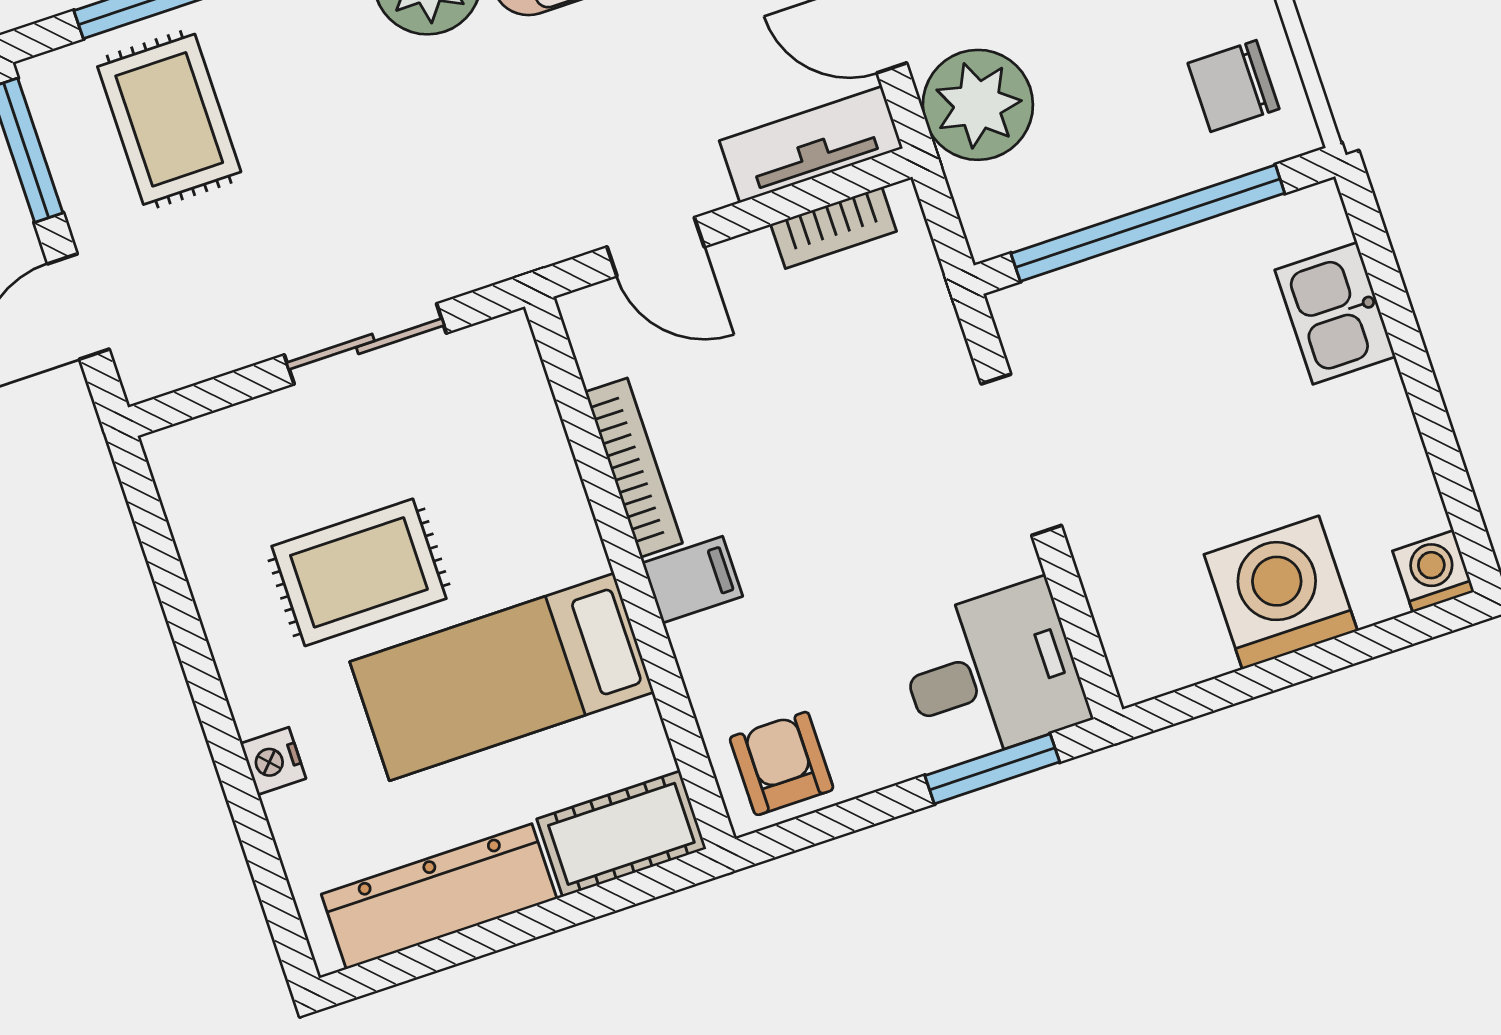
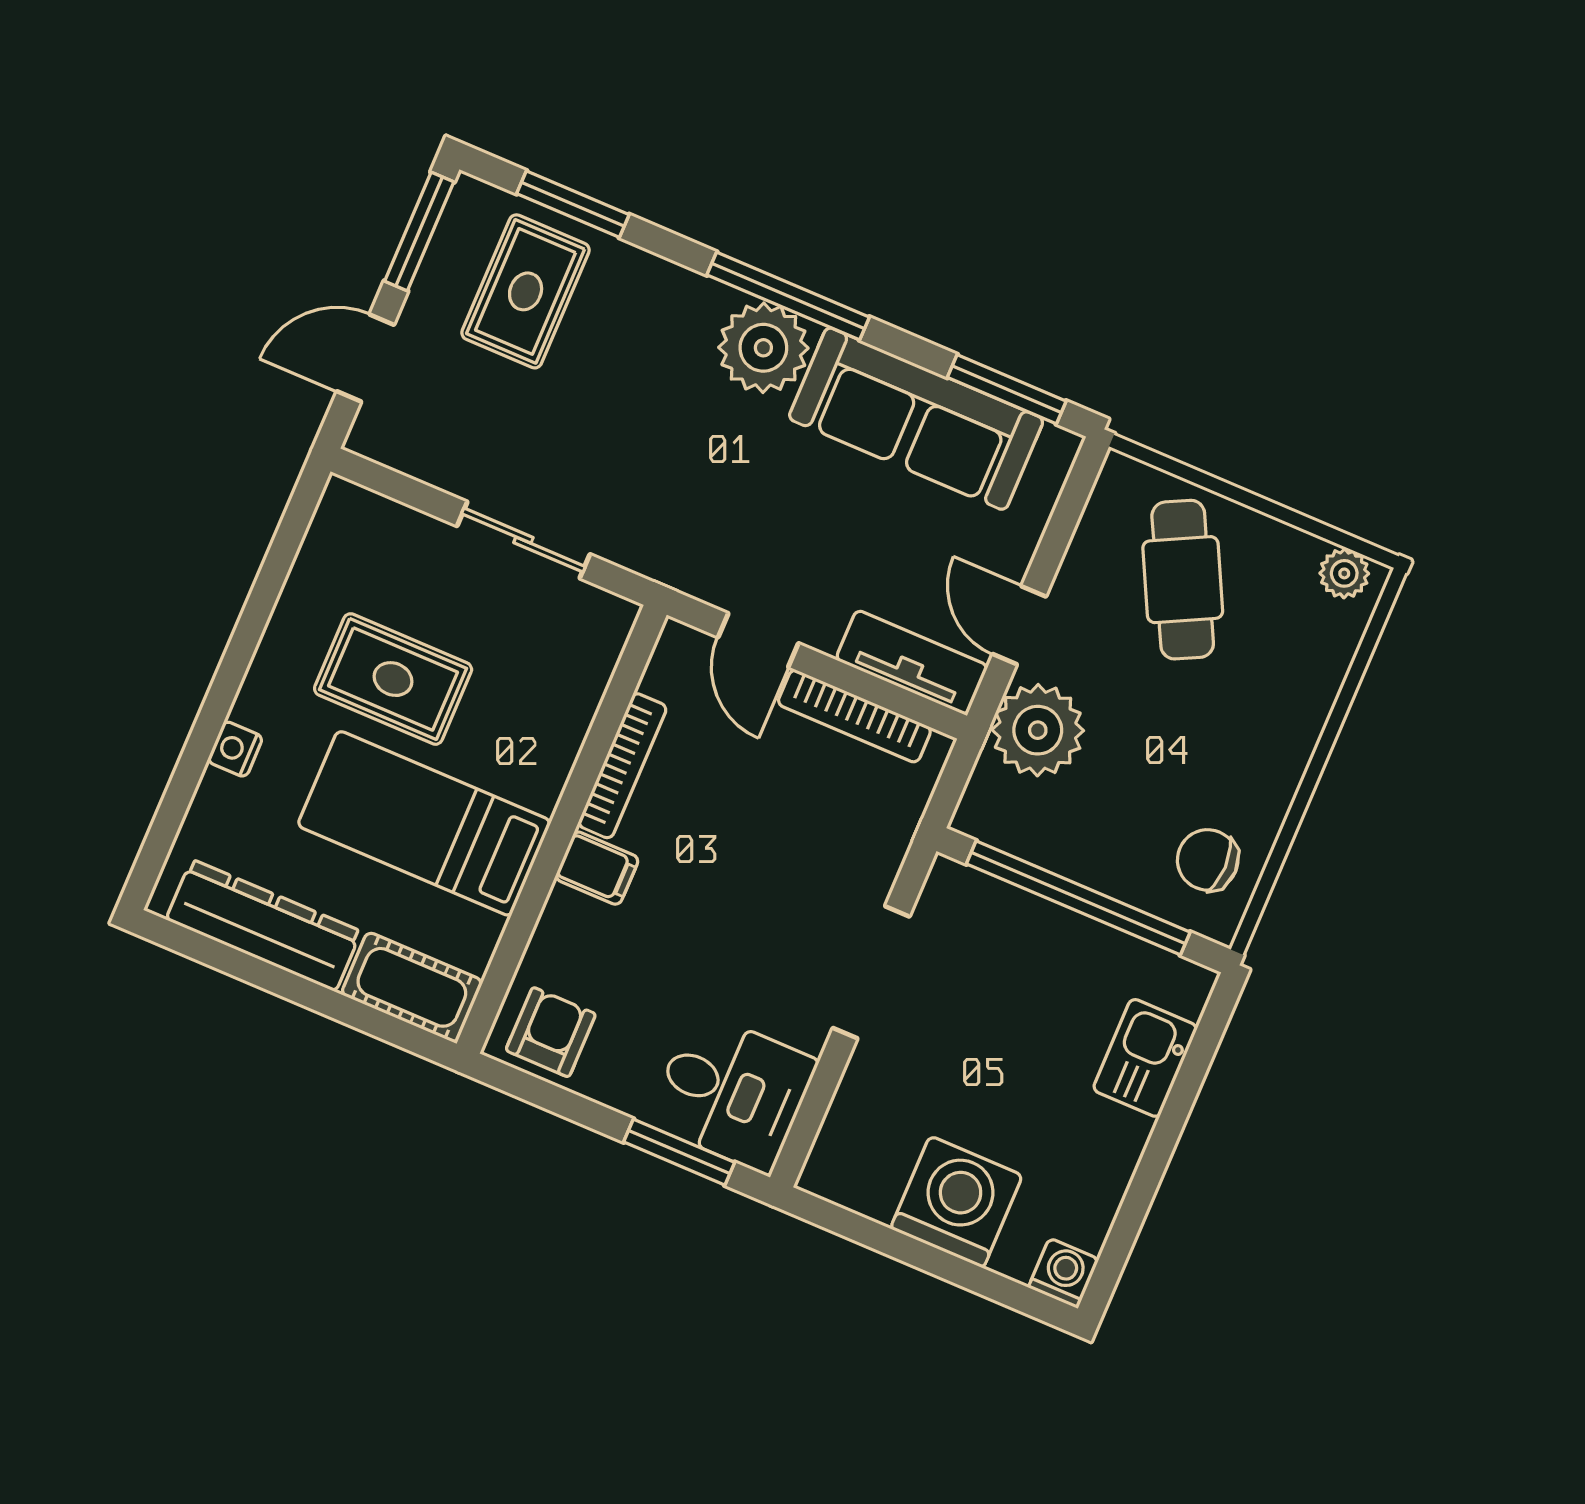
bookcase: (834, 228) -> (854, 716), width x1.56

